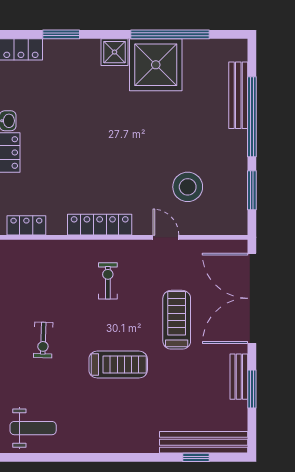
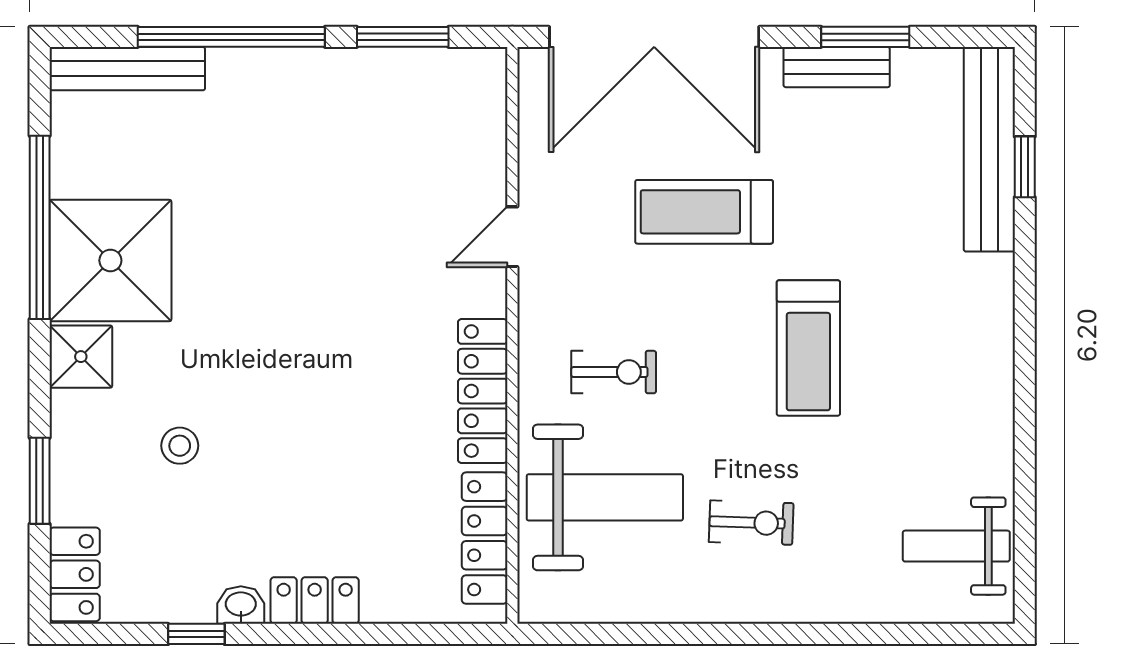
bench: (238, 95) -> (127, 69), moved
stool: (188, 187) -> (180, 446), moved, width x0.53, depth x0.53
locker: (26, 225) -> (485, 538), width x1.53
weight bench: (54, 277) -> (605, 497), added
exercise bike: (108, 281) -> (614, 372), turned 180
treadmill: (118, 365) -> (808, 348), turned 180
weight bench: (33, 428) -> (956, 546), turned -90

